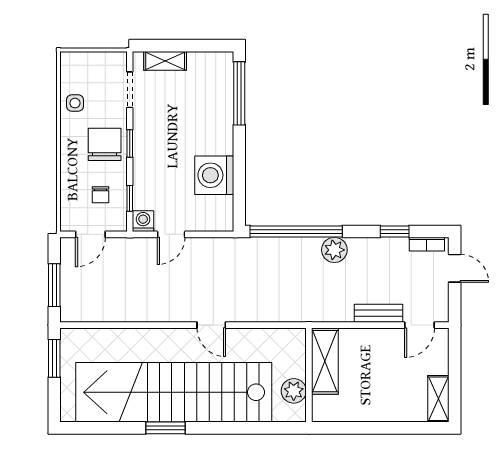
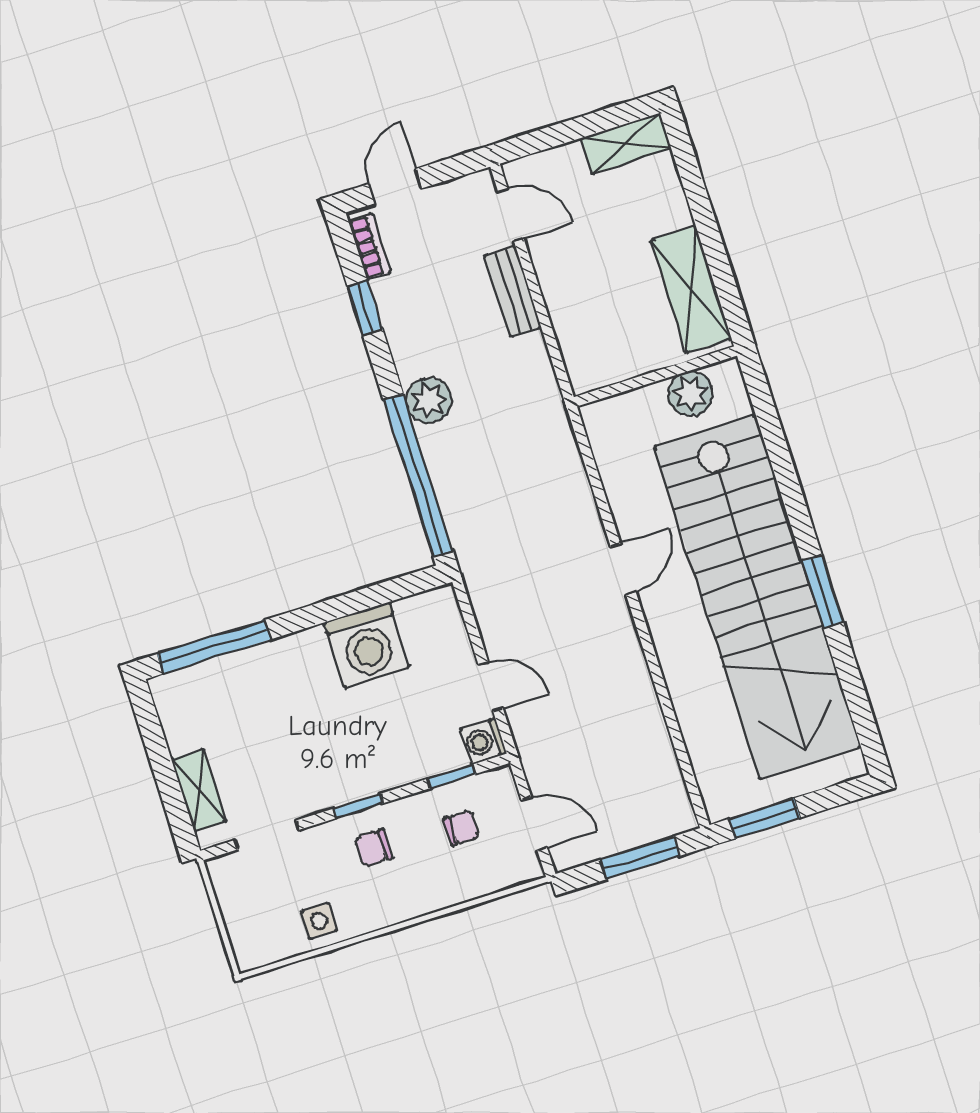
chair: (105, 144) -> (373, 848), width x0.54, depth x0.54
shelving: (325, 361) -> (691, 289), moved, turned 90

